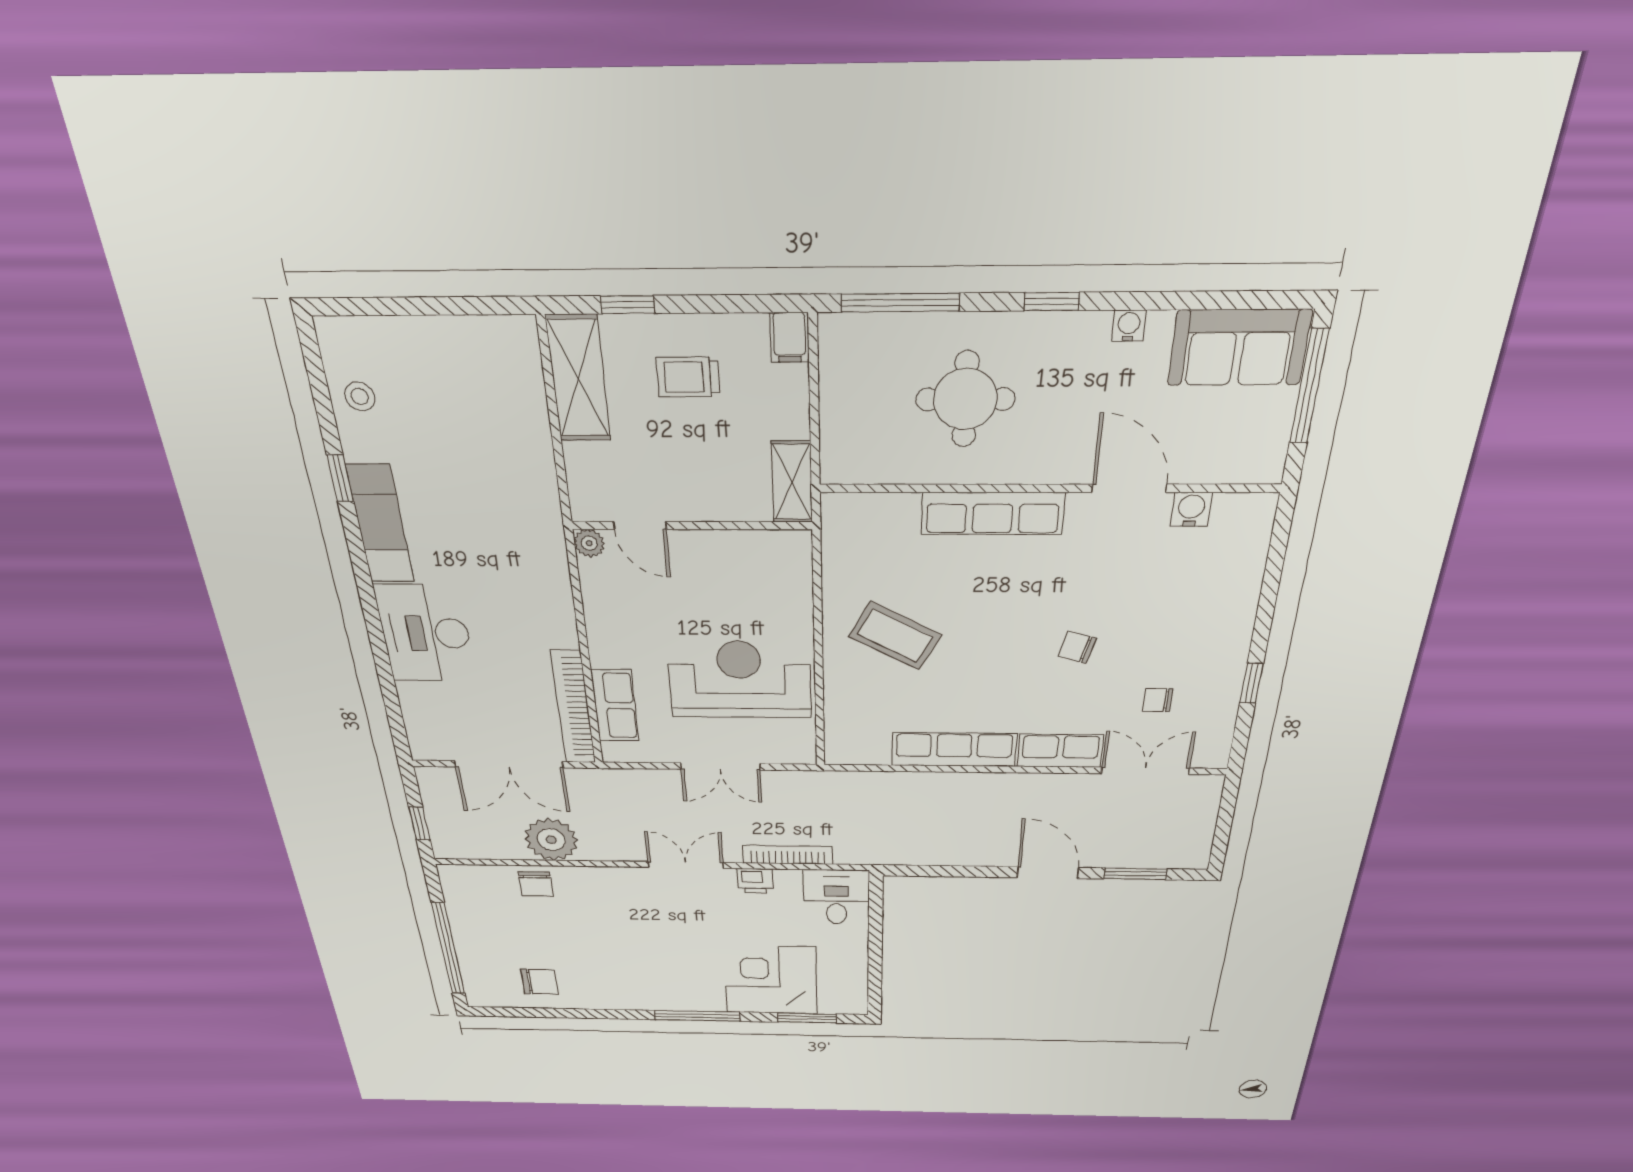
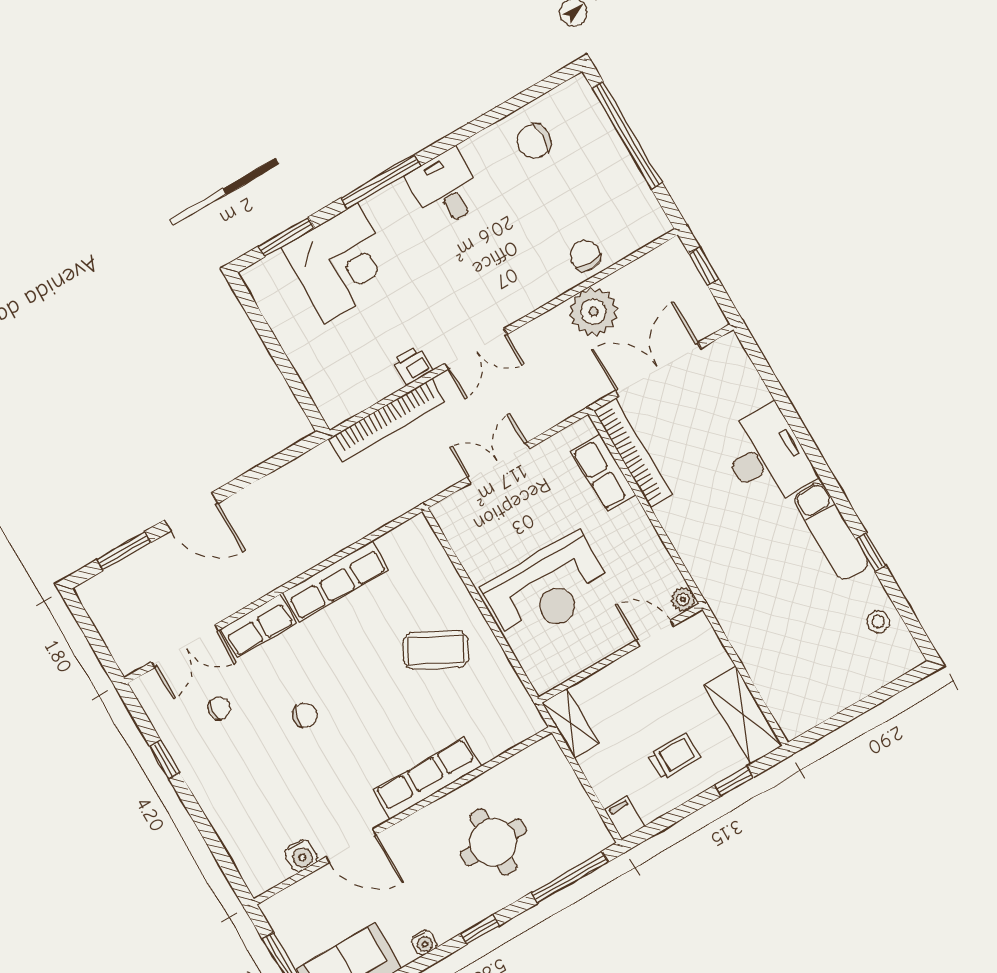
reception desk: (740, 680) -> (548, 589), moved
bookcase: (788, 855) -> (387, 420), width x1.48, depth x1.31
desk: (836, 897) -> (446, 189), moved, turned 180

